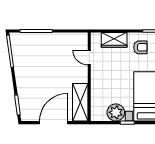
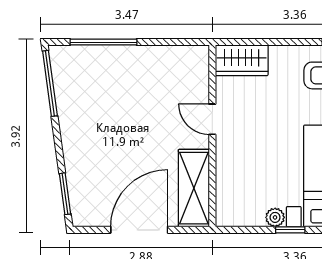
wardrobe: (114, 40) -> (242, 60), moved
door: (89, 57) -> (212, 119), moved
plant: (116, 112) -> (275, 217), width x0.53, depth x0.53

